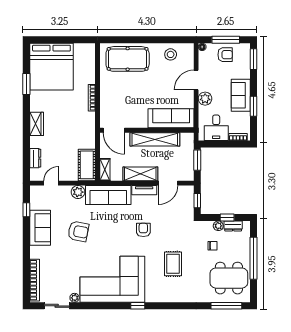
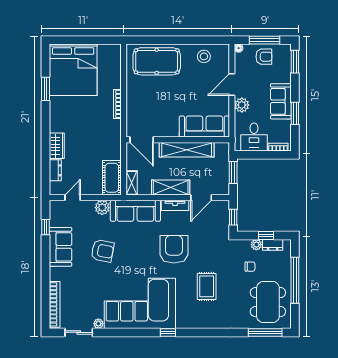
wardrobe: (37, 124) -> (57, 146), moved
armchair: (143, 230) -> (174, 249), width x1.88, depth x1.88
dining table: (229, 278) -> (268, 302), turned 90

